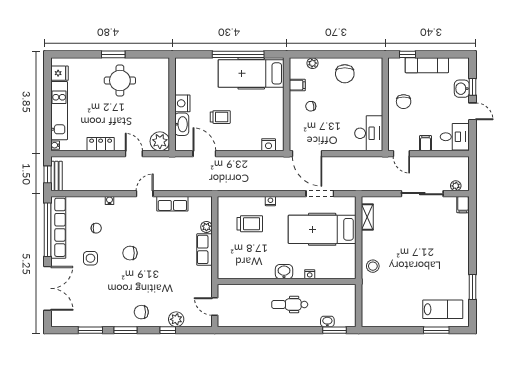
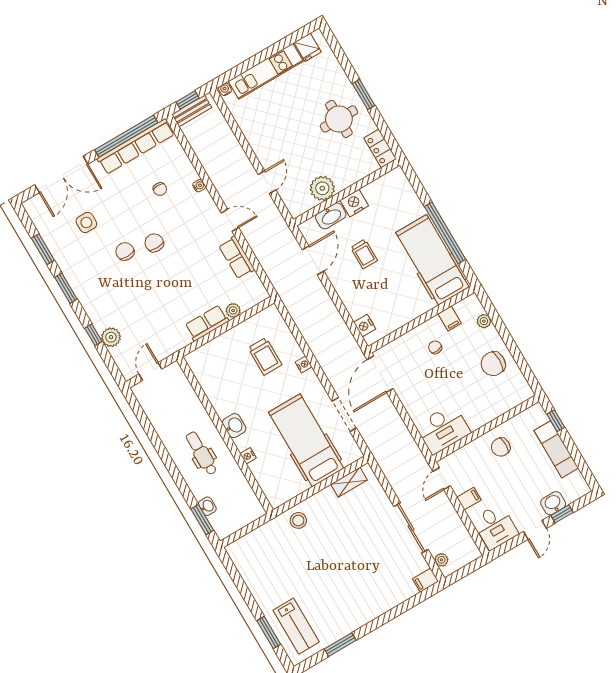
plant: (160, 141) -> (322, 188), moved
locker: (101, 144) -> (380, 148), moved, turned 180
side table: (90, 258) -> (86, 223), moved
chair: (141, 312) -> (125, 251), moved

